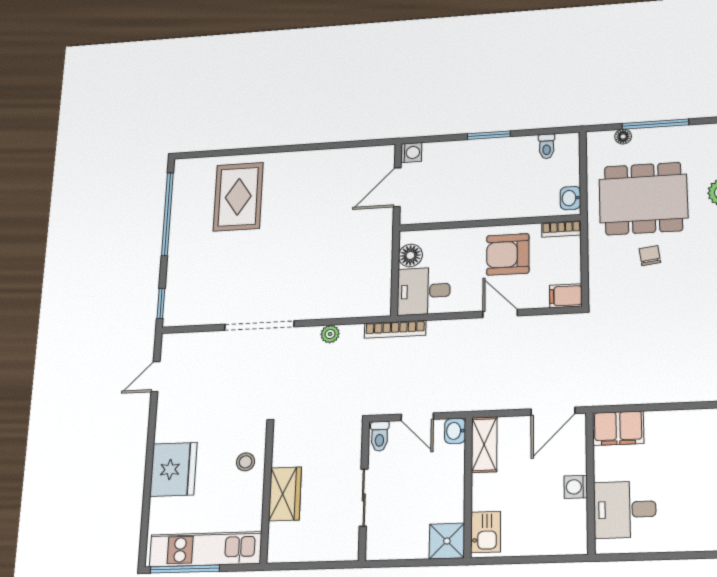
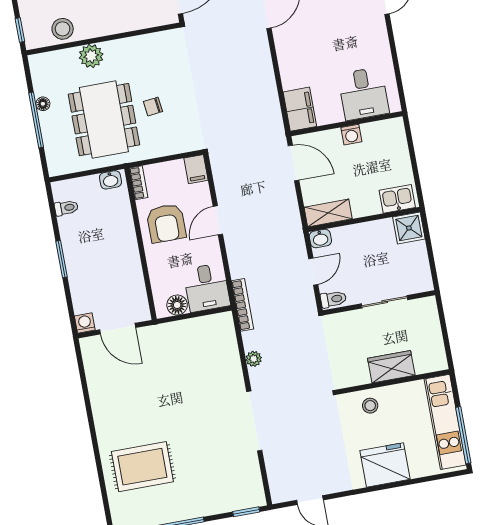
floor lamp: (623, 137) -> (43, 104), moved

